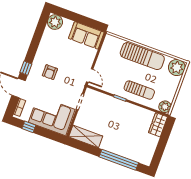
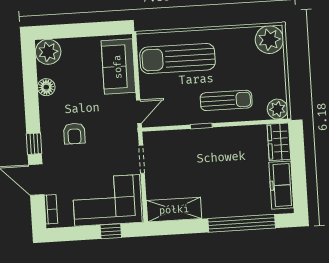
sofa: (86, 35) -> (118, 67), moved, turned 90
floor lamp: (46, 41) -> (46, 87), added
sun lounger: (142, 56) -> (177, 58), moved, turned 180
door: (90, 76) -> (139, 112), hinge flipped
window: (29, 127) -> (111, 231), moved
freezer: (149, 149) -> (281, 185), added

